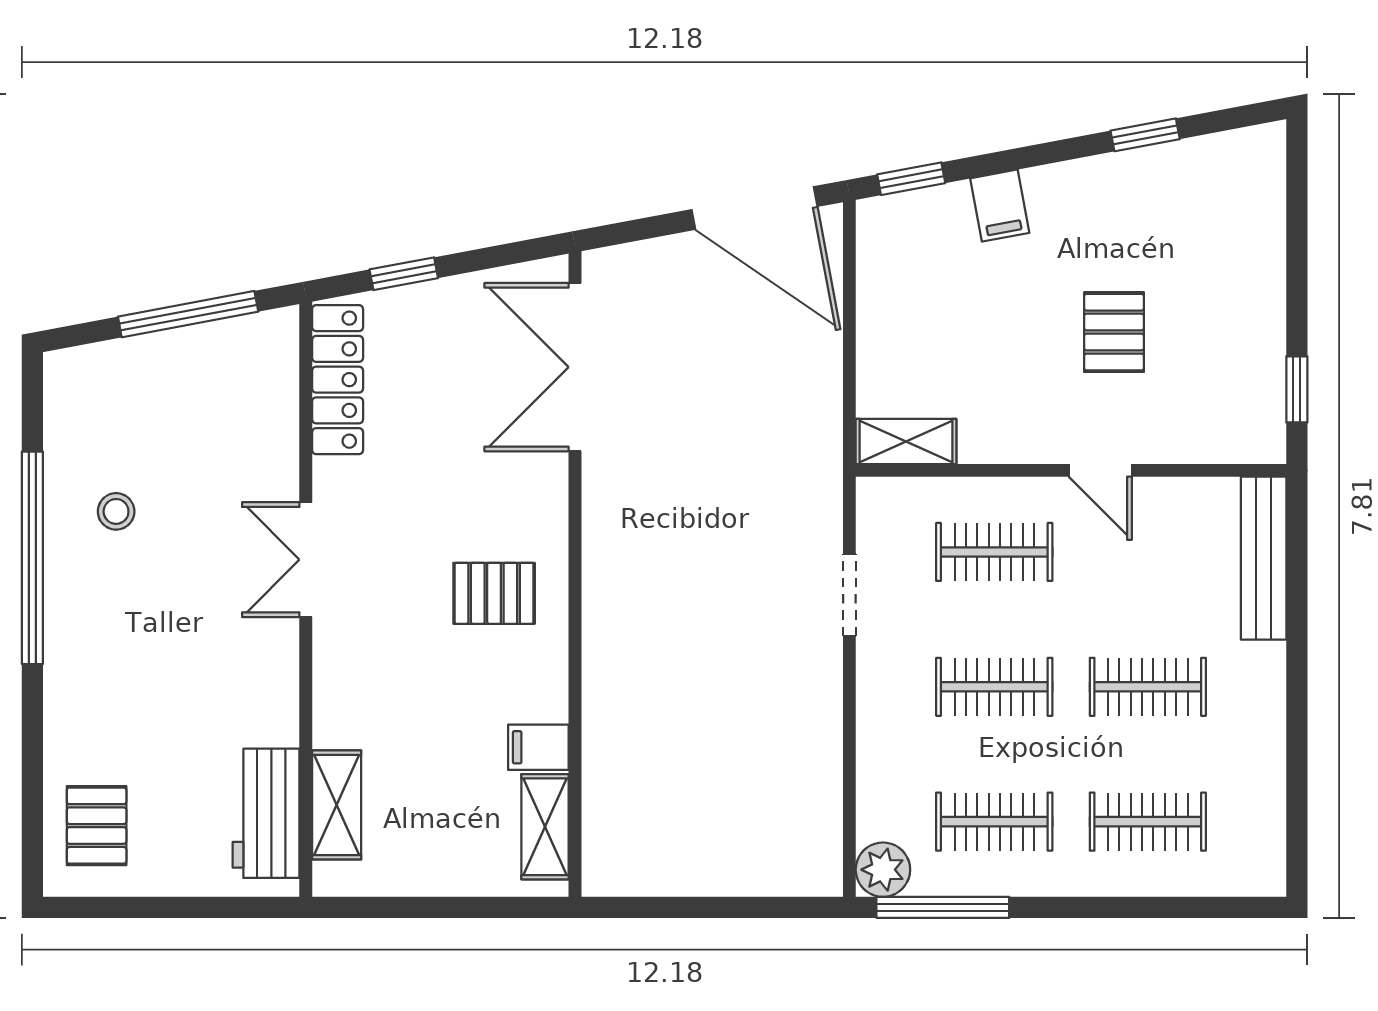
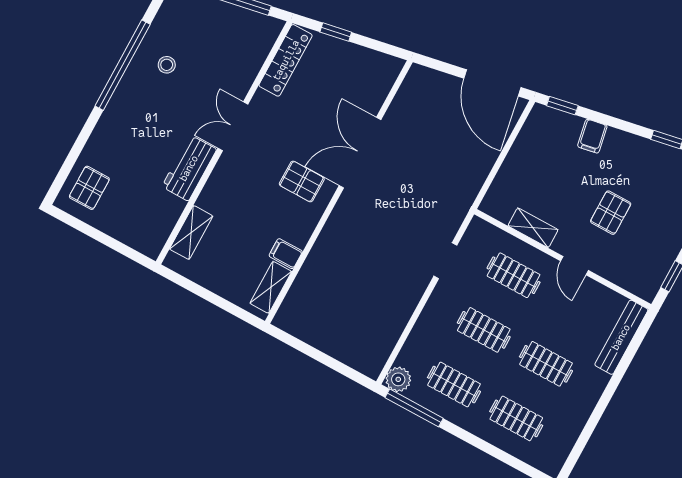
double door: (575, 367) -> (360, 153), moved
shelving: (906, 441) -> (533, 228), moved
workbench: (266, 813) -> (189, 168), moved

